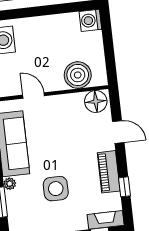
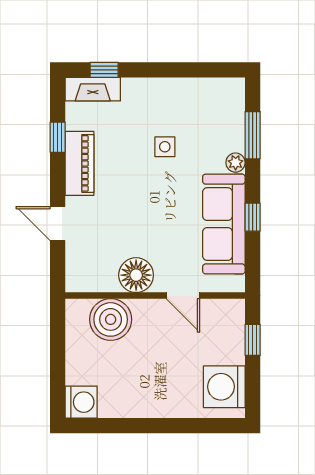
floor lamp: (96, 101) -> (136, 275), moved
side table: (56, 189) -> (165, 147), width x0.54, depth x0.54

